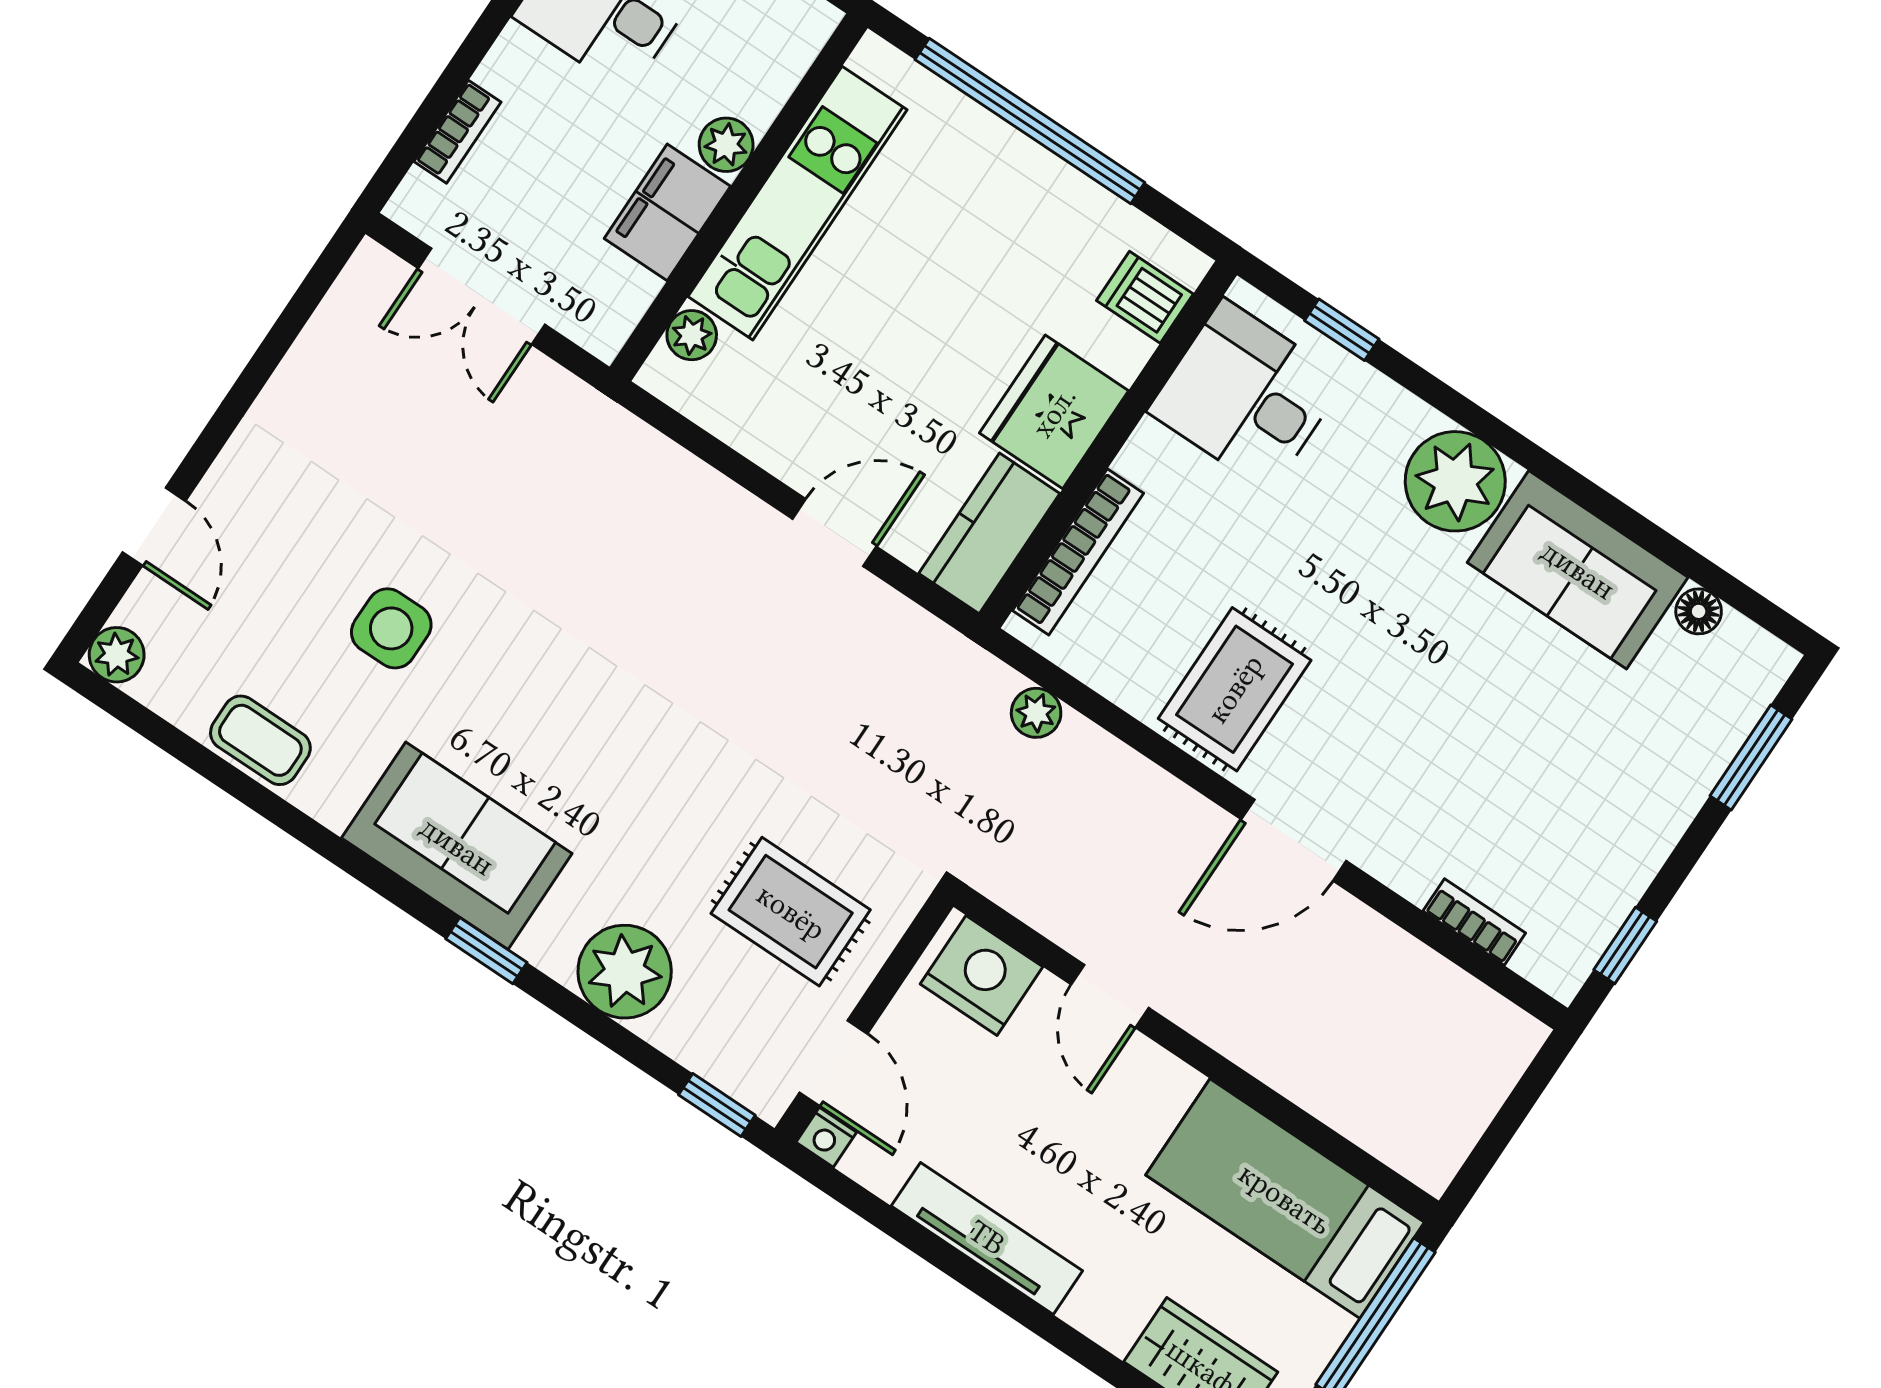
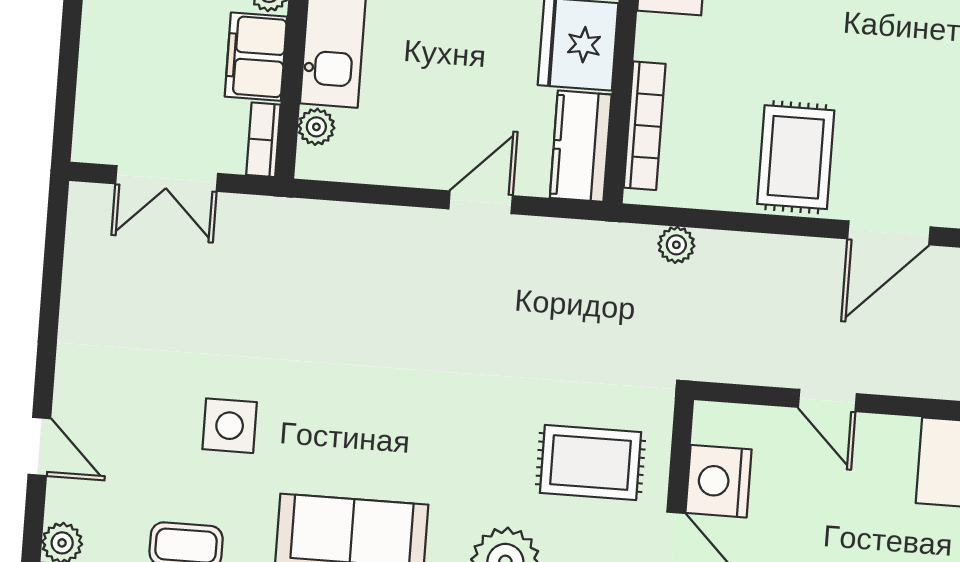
bookcase: (457, 132) -> (263, 140), moved, turned 180
nightstand: (982, 975) -> (719, 481), moved, turned -90

